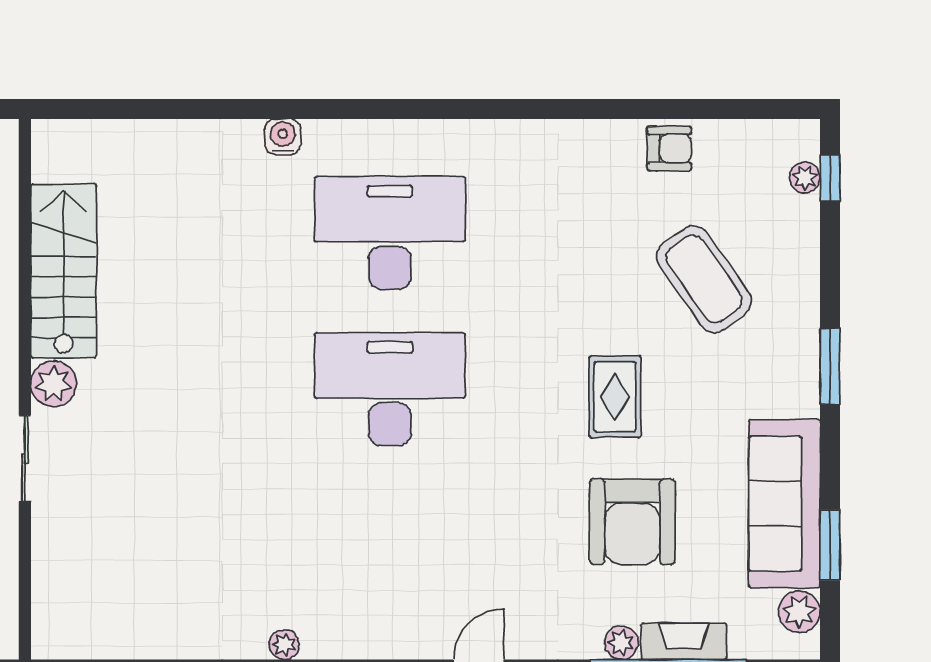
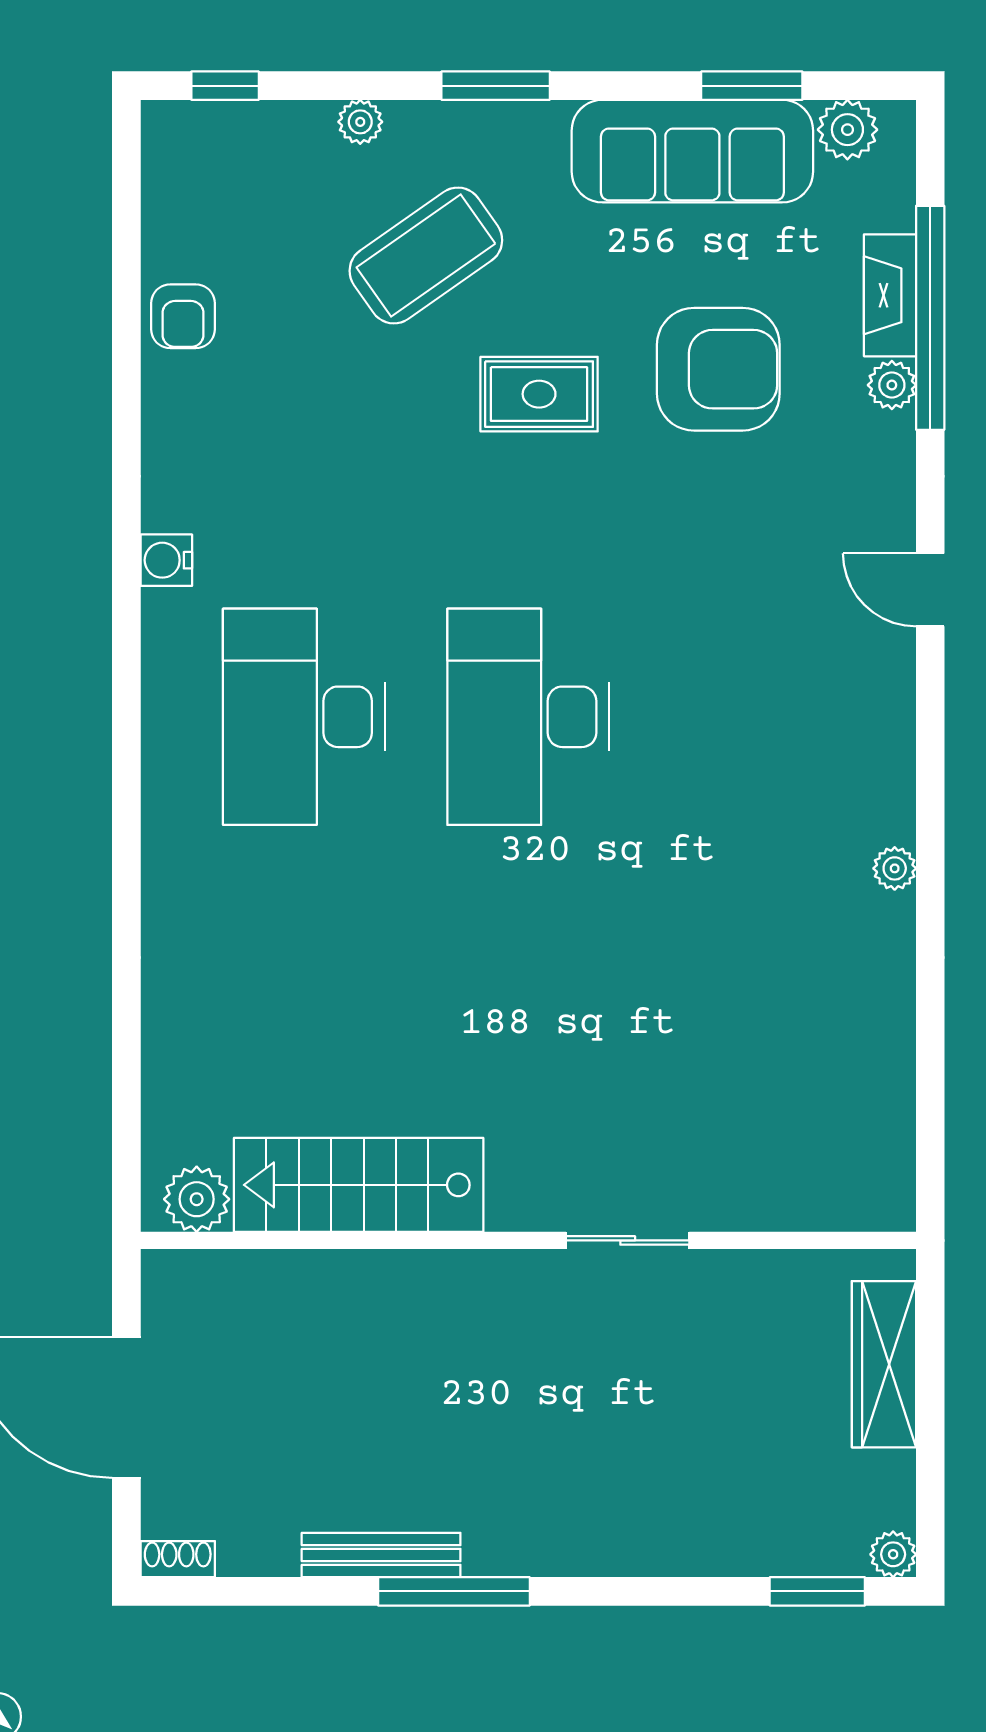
water cooler: (283, 137) -> (166, 560), moved
armchair: (669, 148) -> (183, 316), turned 180
plant: (805, 177) -> (360, 122), moved
coffee table: (704, 279) -> (426, 256), moved
plant: (54, 384) -> (197, 1199), moved

